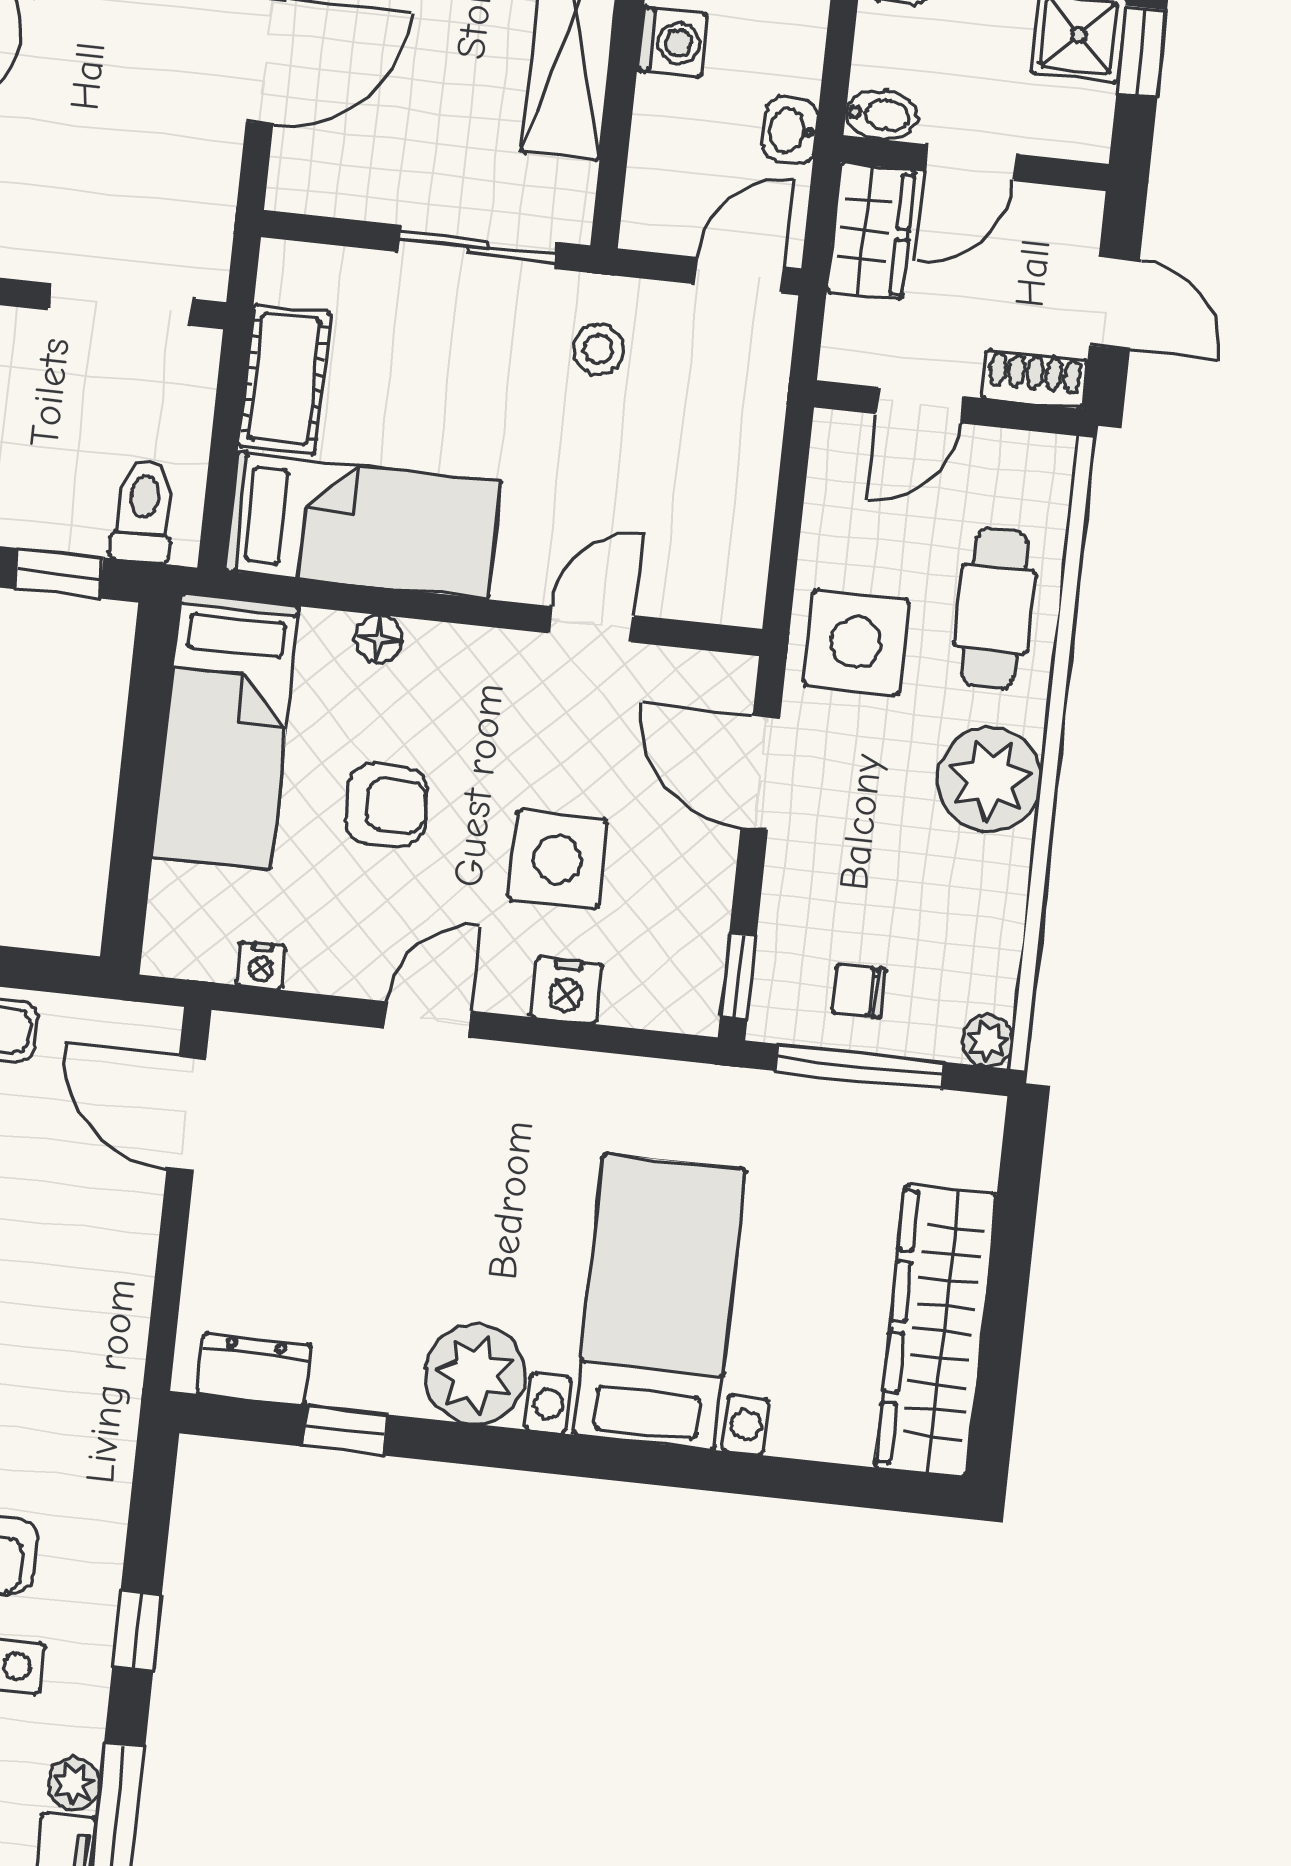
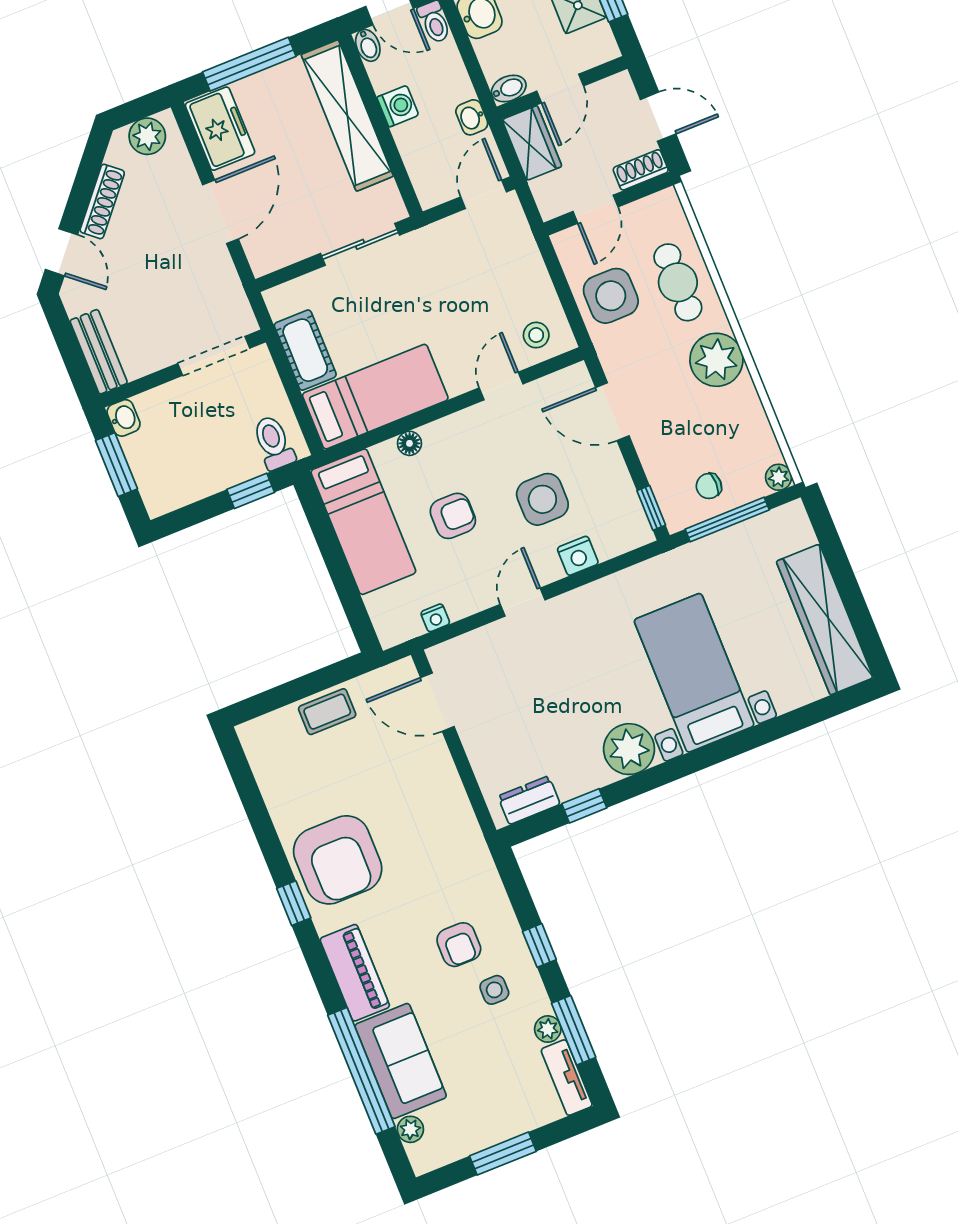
stool: (598, 349) -> (536, 335), moved
side table: (856, 642) -> (611, 296), moved

